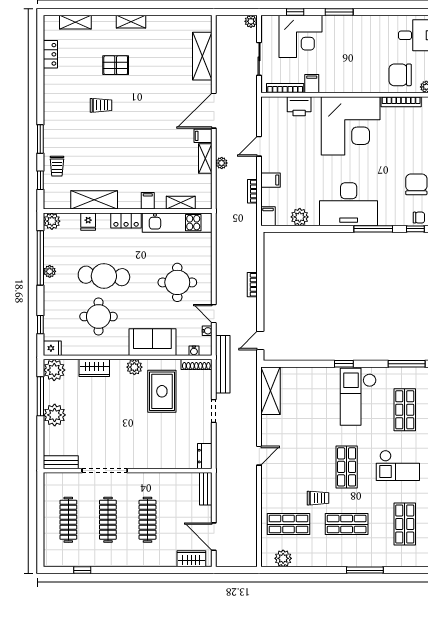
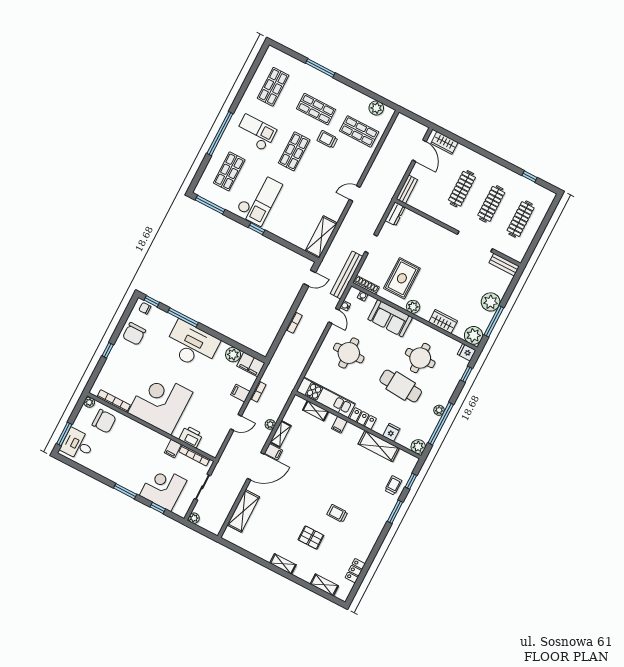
filing cabinet: (268, 216) -> (251, 364), width x2.00

